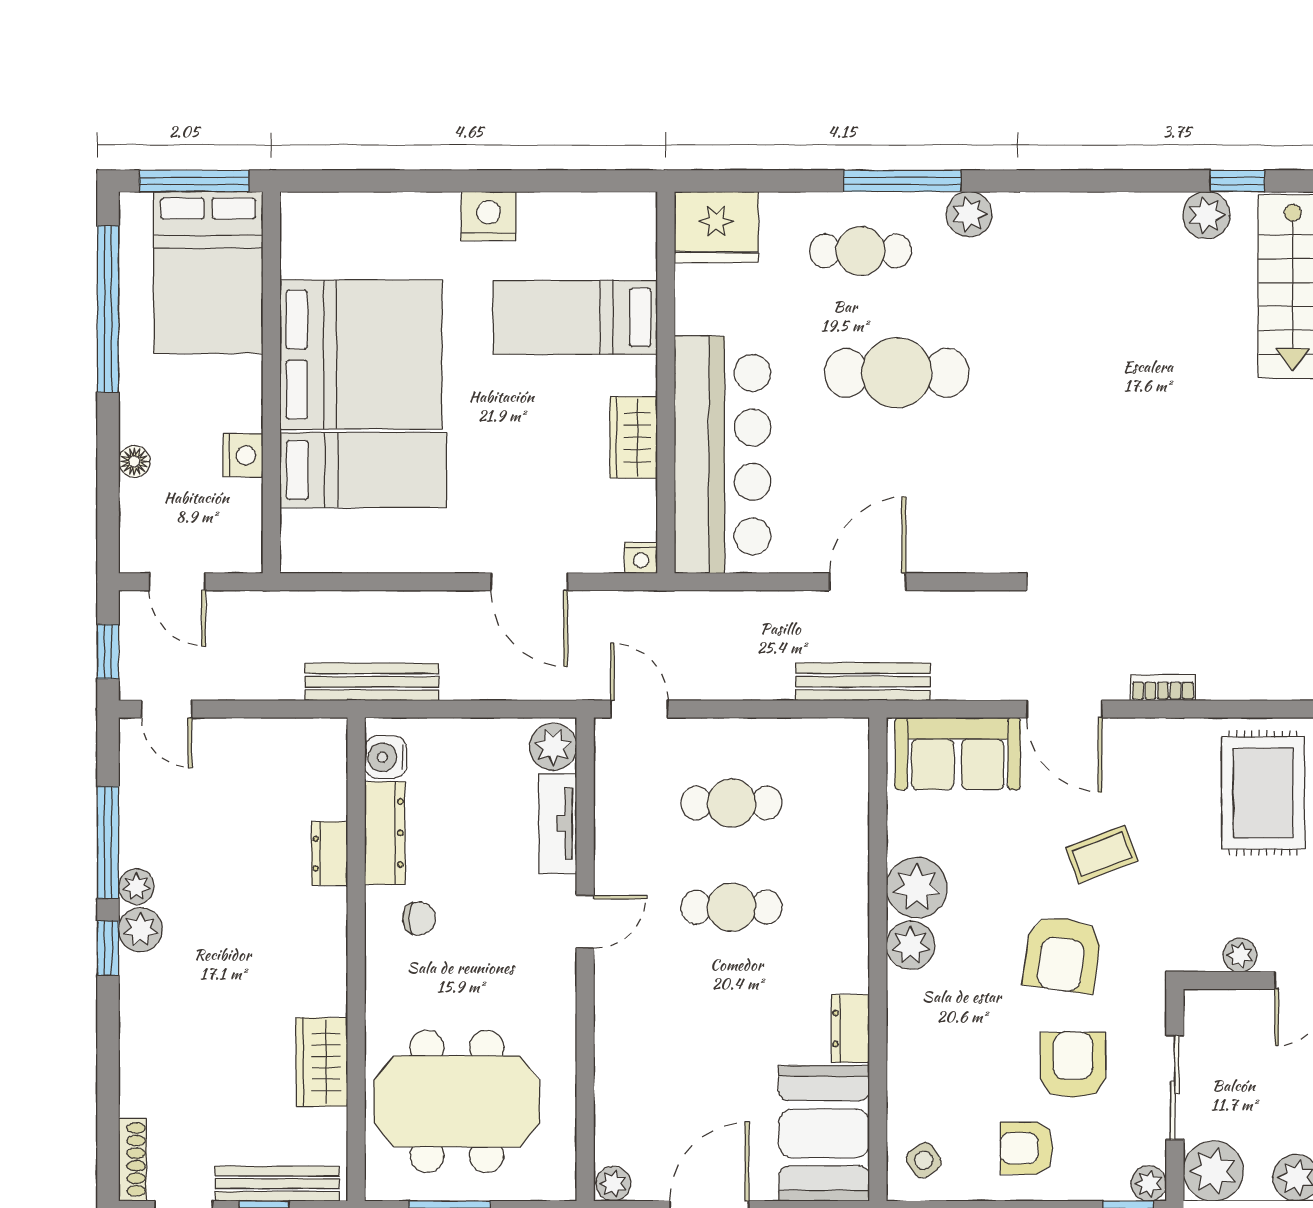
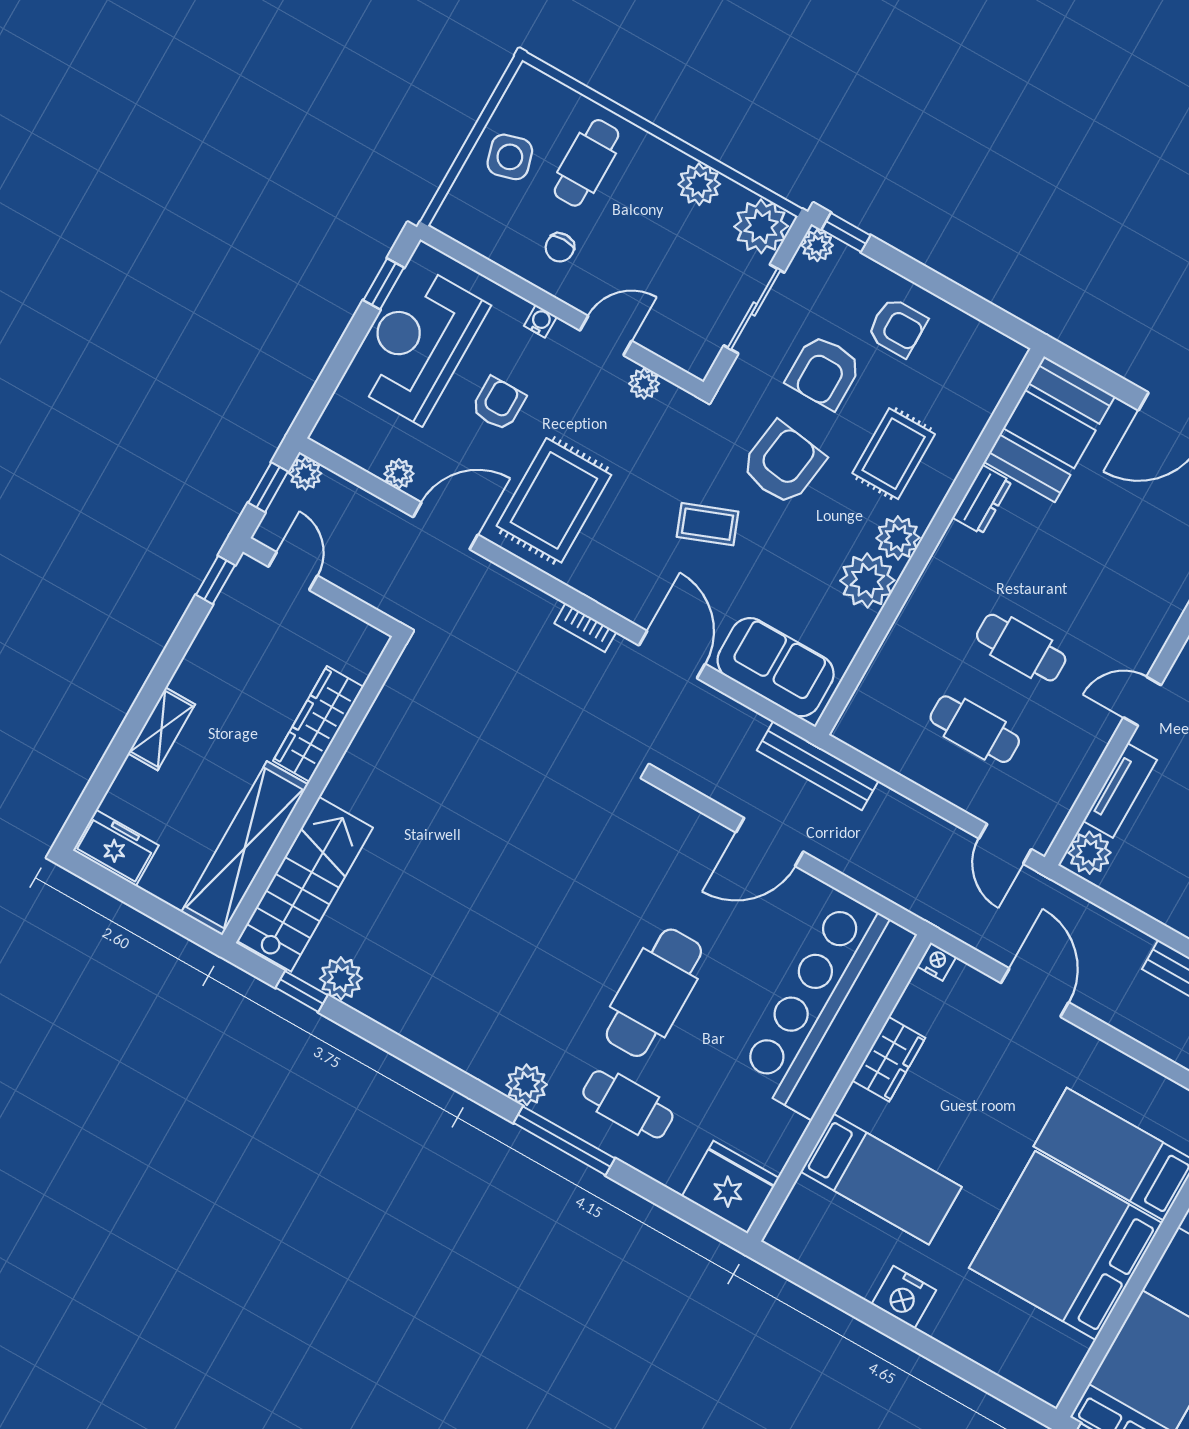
cafe table: (897, 373) -> (654, 993), turned 90
rug: (961, 1024) -> (894, 454), added
side table: (924, 1160) -> (983, 364), removed

